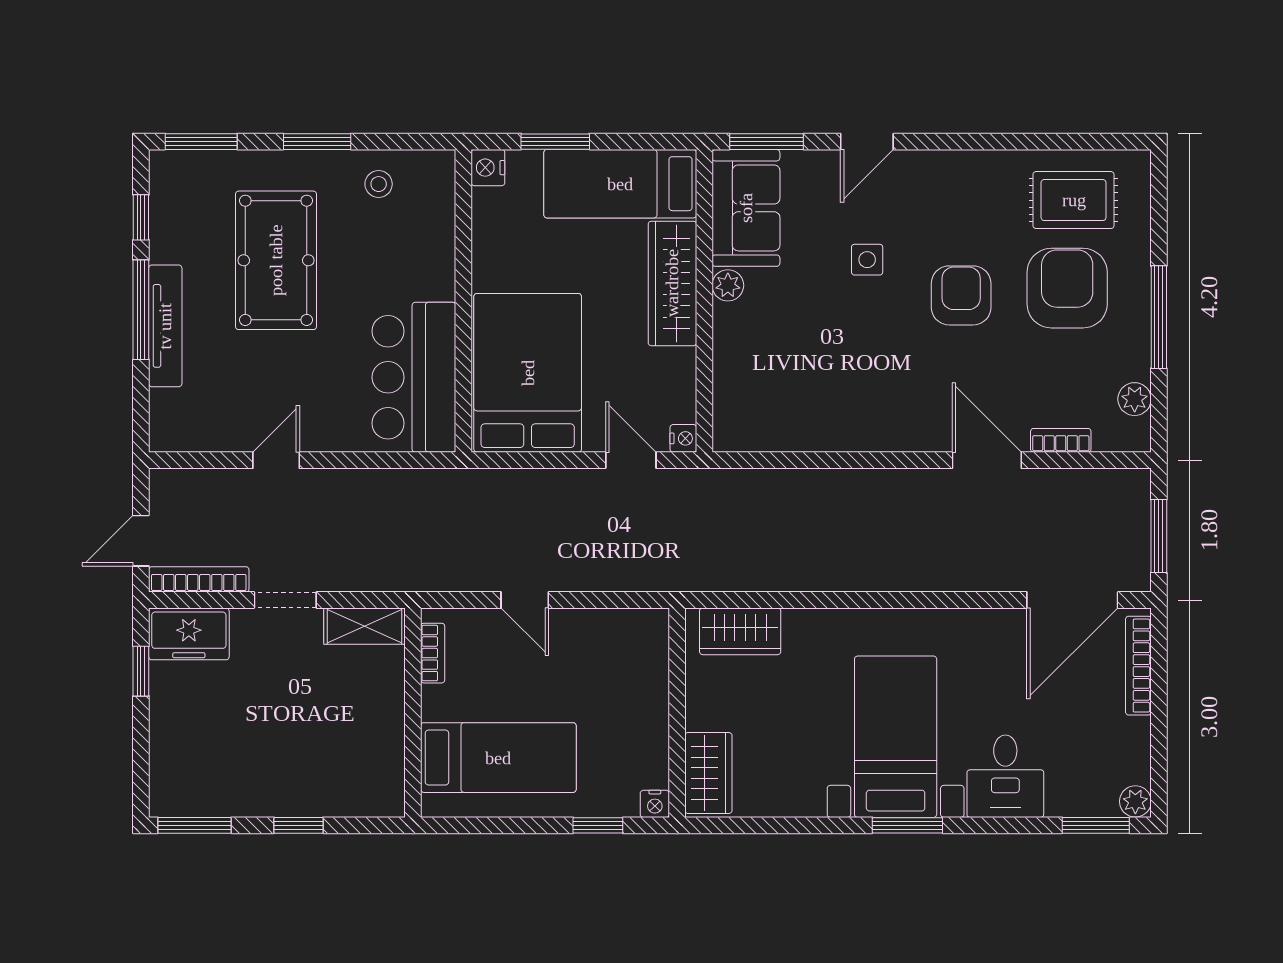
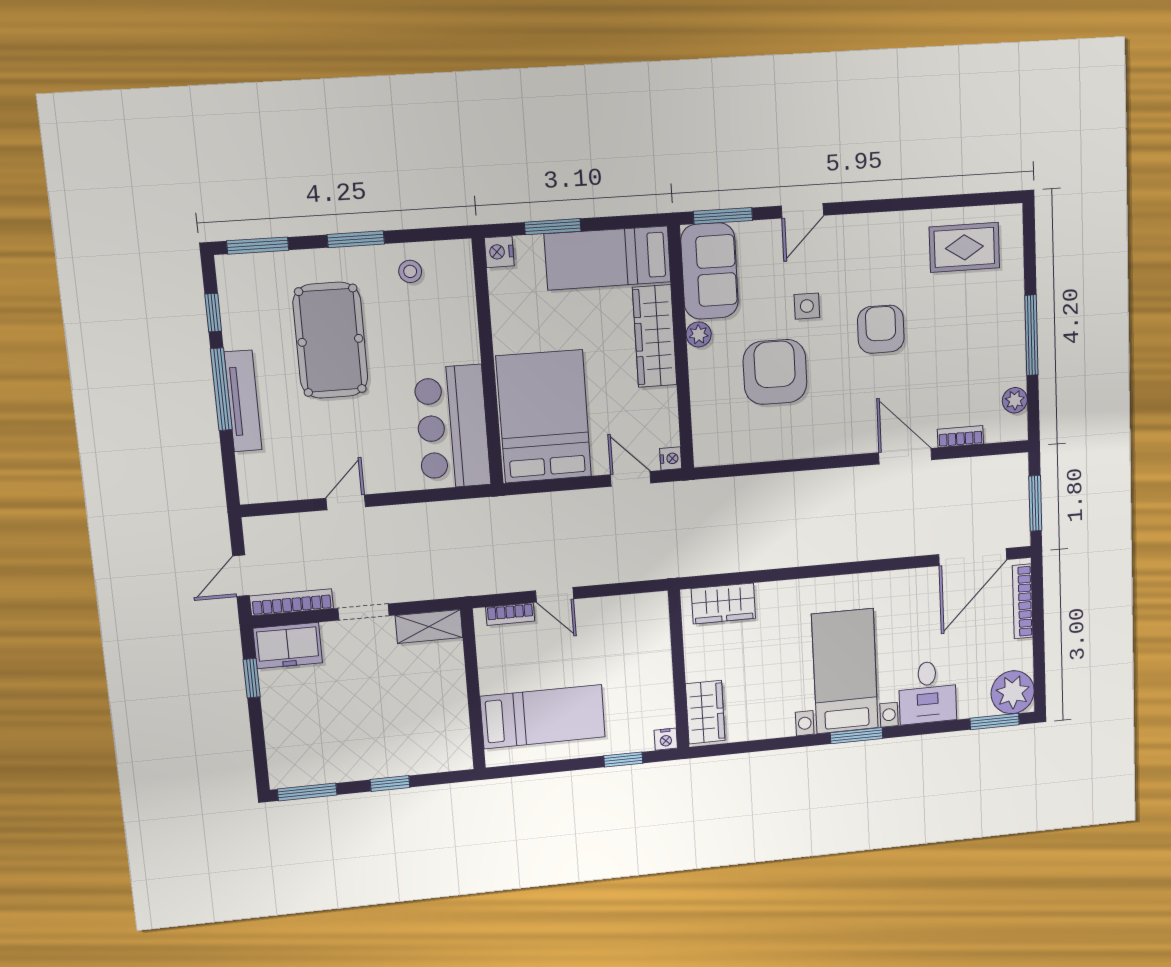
armchair: (1067, 288) -> (775, 372), moved
bookcase: (433, 653) -> (510, 614), moved, turned 90
plant: (1135, 801) -> (1013, 692), width x1.87, depth x1.87

